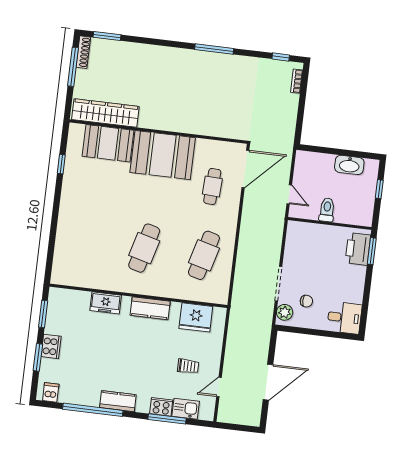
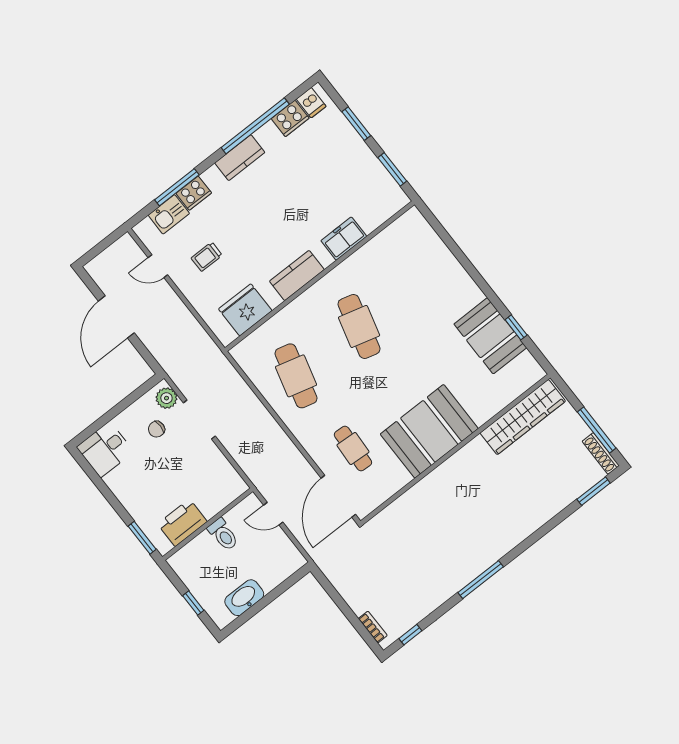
booth: (108, 143) -> (490, 336), moved, turned 90
printer: (358, 249) -> (182, 523), moved, turned -90
cooker: (51, 346) -> (290, 118), moved, turned -90
door: (219, 387) -> (158, 266), swing flipped

